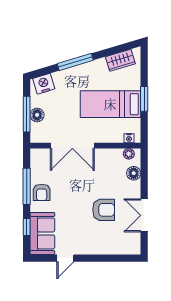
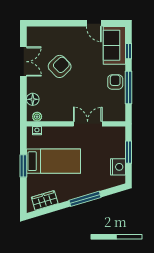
nightstand: (44, 84) -> (118, 167), moved, turned -73
window: (27, 114) -> (129, 152), width x0.69
floor lamp: (37, 115) -> (119, 151), removed
double door: (72, 146) -> (88, 124), width x0.73
armchair: (104, 210) -> (60, 66), turned 136
door: (65, 258) -> (94, 23), swing flipped

